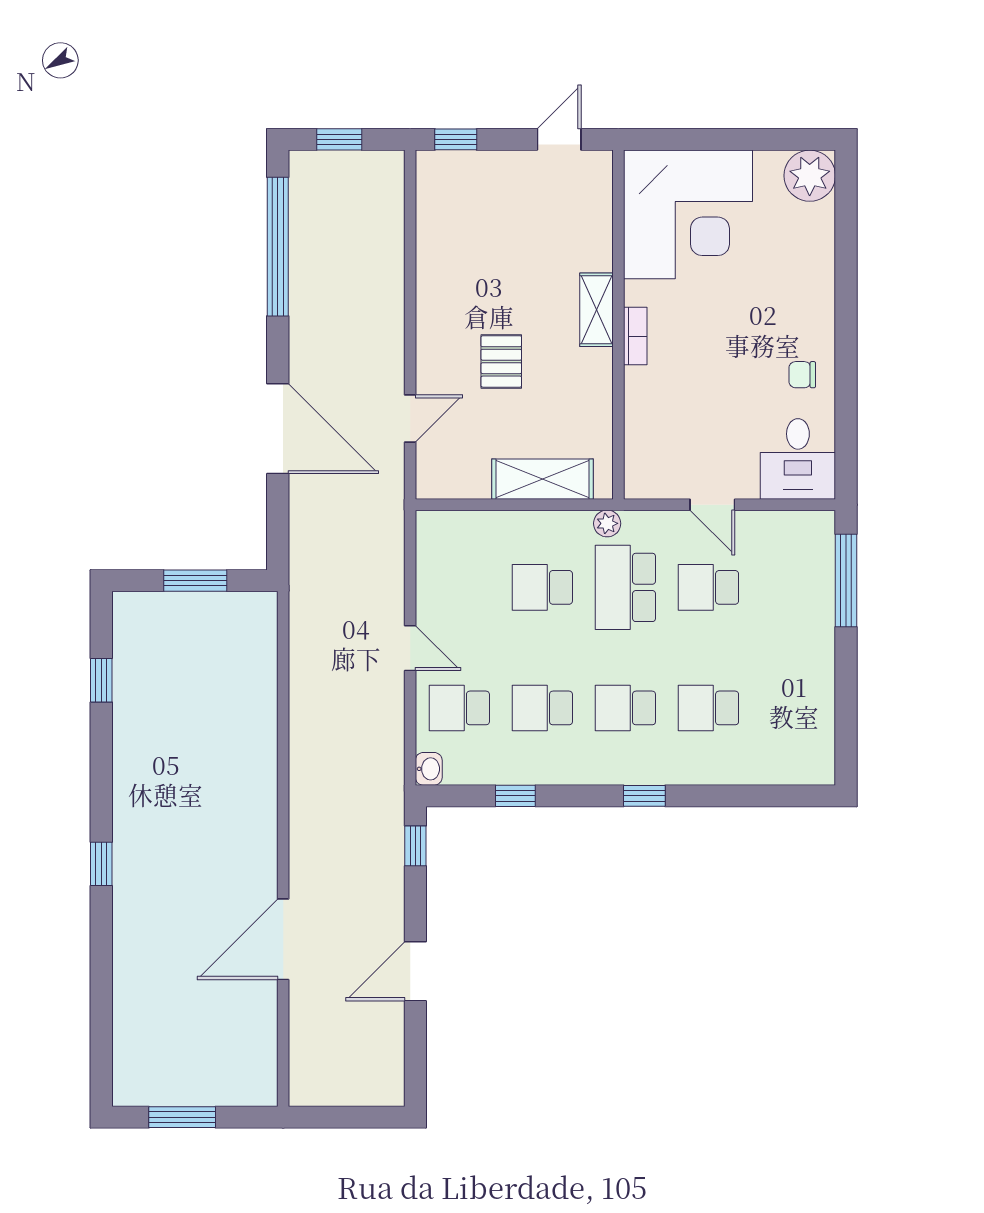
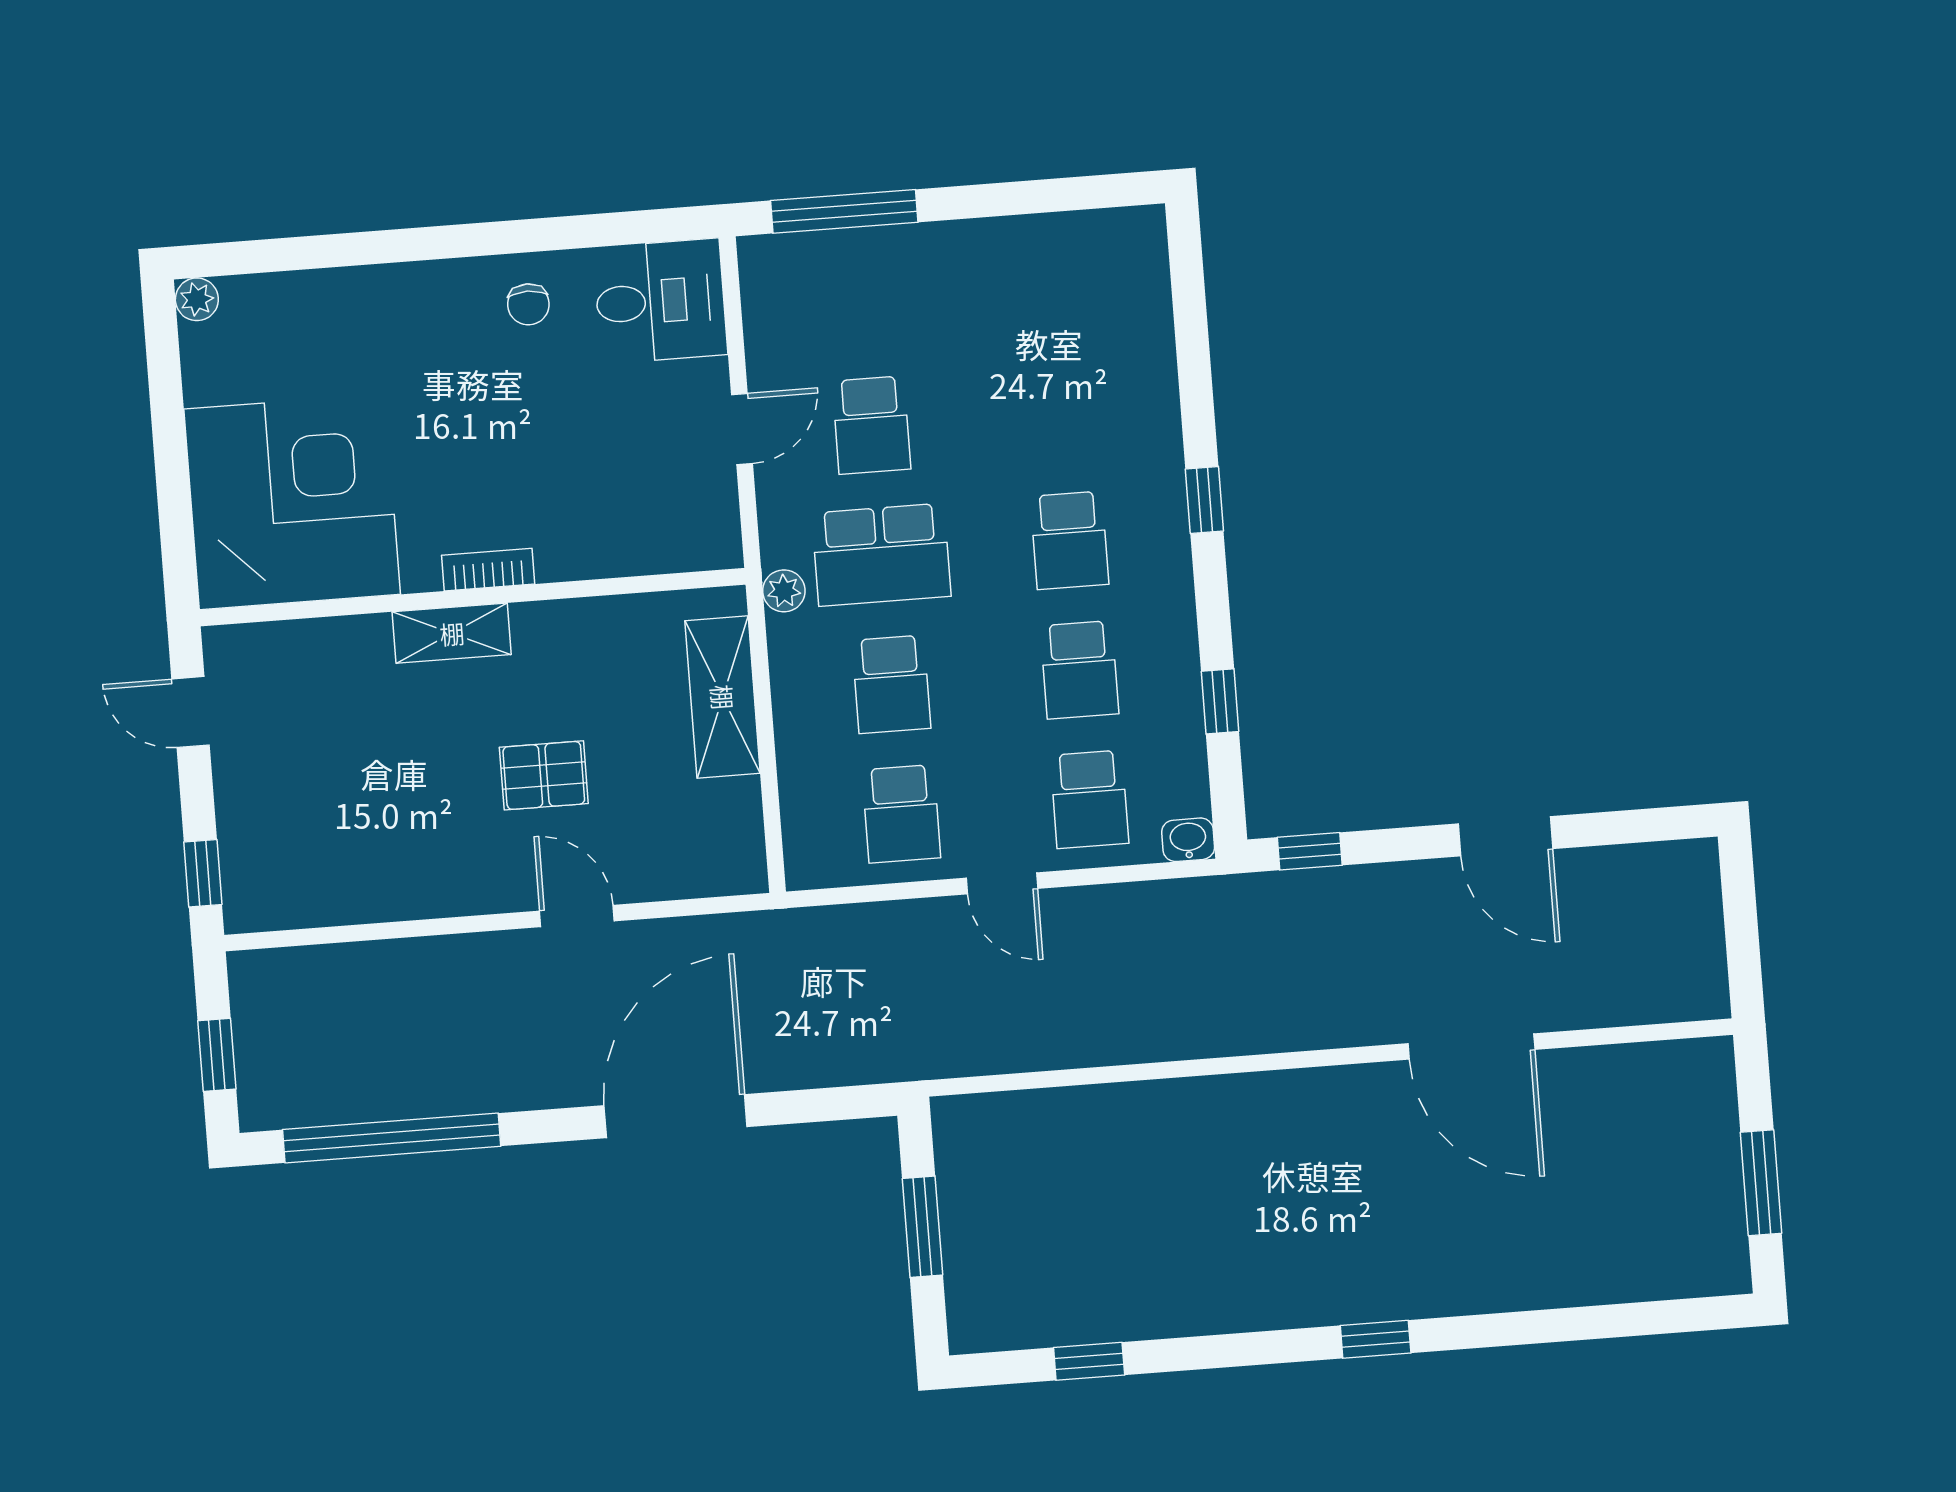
plant: (810, 176) -> (197, 299), width x0.53, depth x0.53
door: (410, 418) -> (577, 916), moved
door: (410, 648) -> (1002, 883), swing flipped
school desk: (708, 708) -> (901, 814), moved

